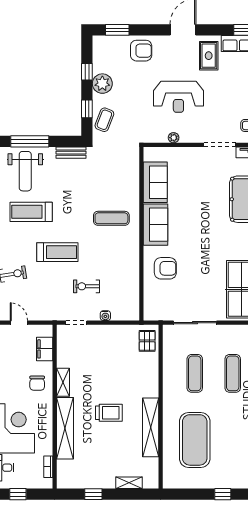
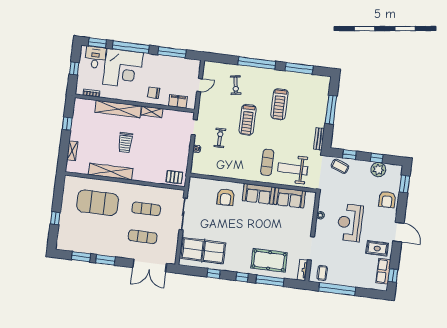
plant: (102, 84) -> (378, 170), moved
weight bench: (25, 171) -> (293, 169), moved
treadmill: (31, 212) -> (279, 104), turned 180

